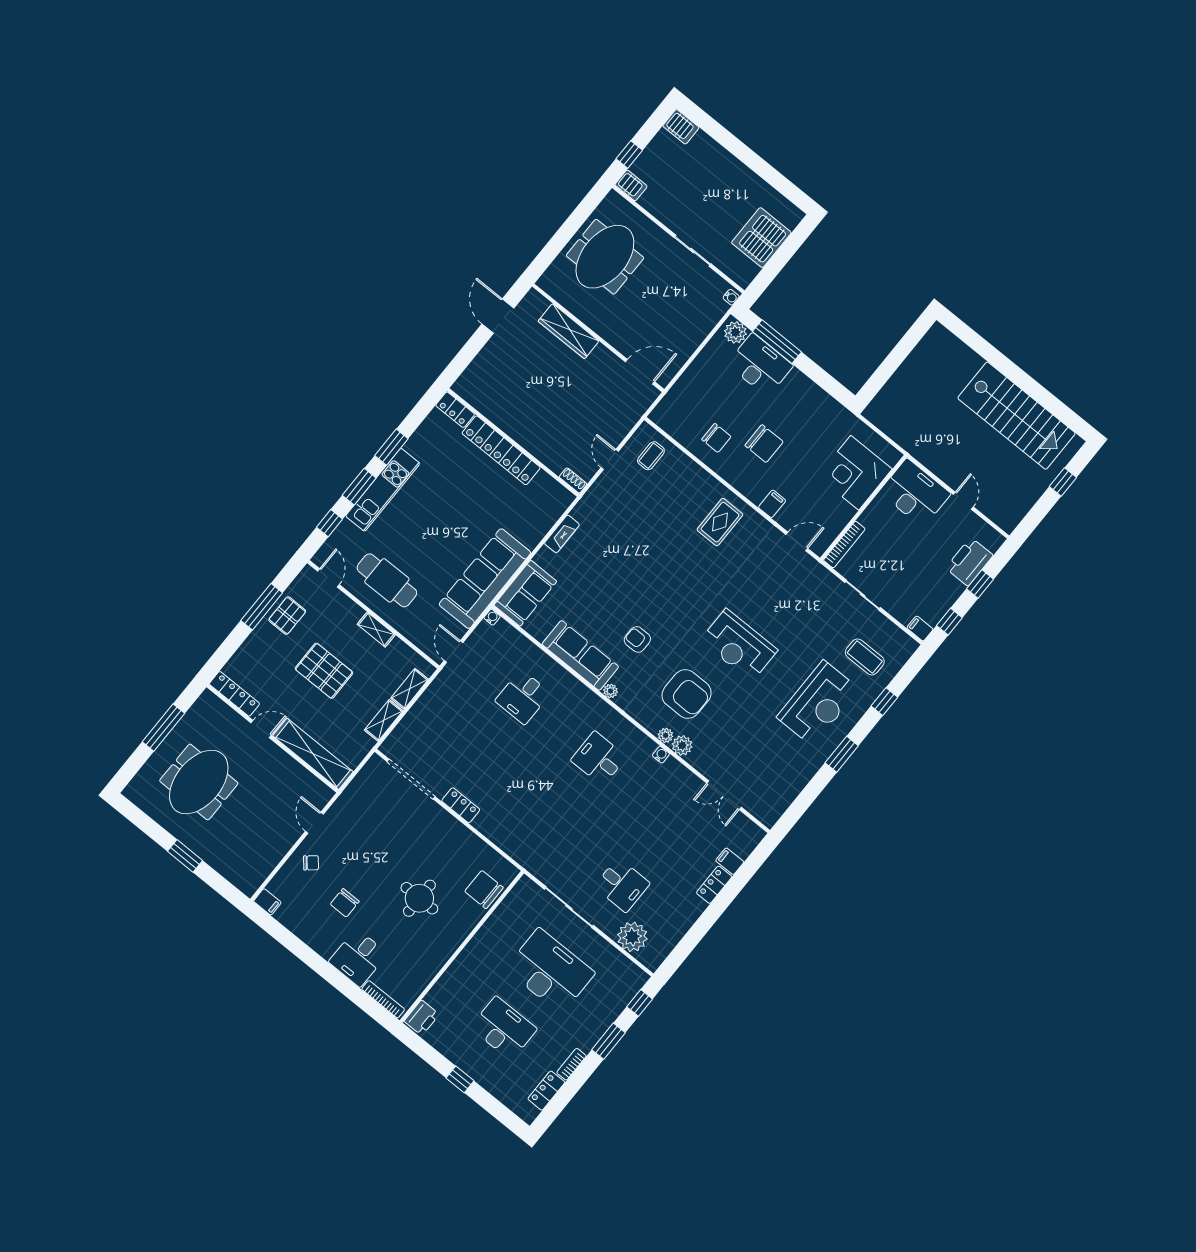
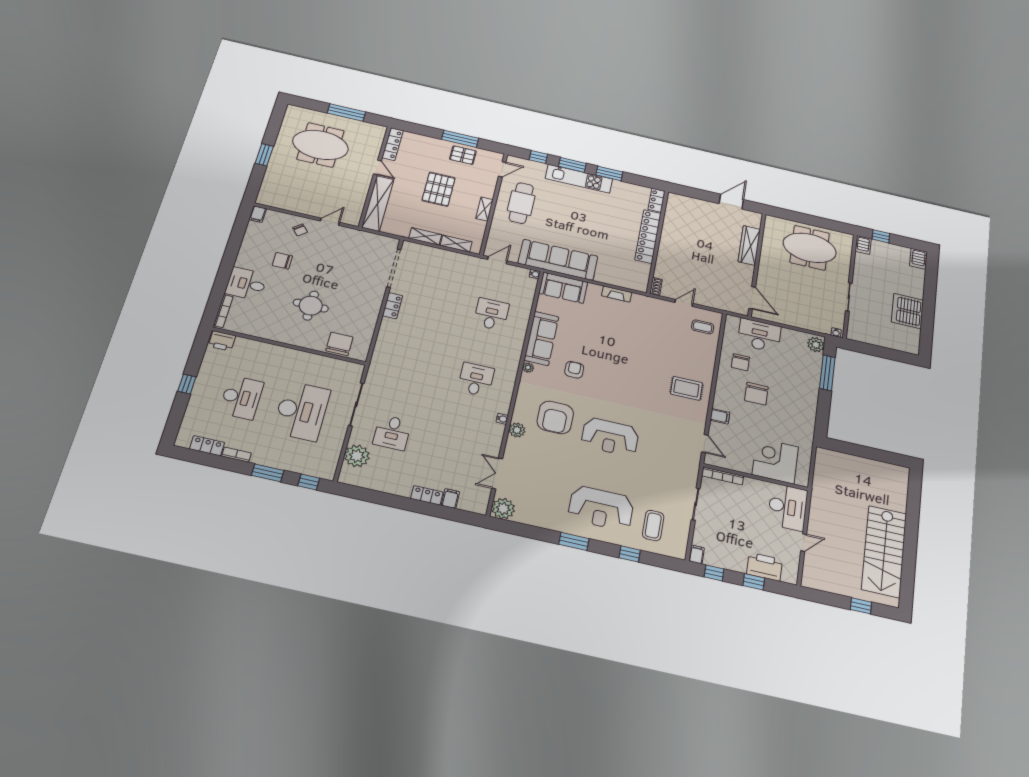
server rack: (761, 238) -> (907, 311), moved, turned -90
desk: (760, 365) -> (759, 335), moved, turned -90
reception desk: (739, 645) -> (610, 437), turned -90
desk: (523, 697) -> (491, 314), turned 90
plant: (666, 735) -> (503, 509), moved, width x1.88, depth x1.88

